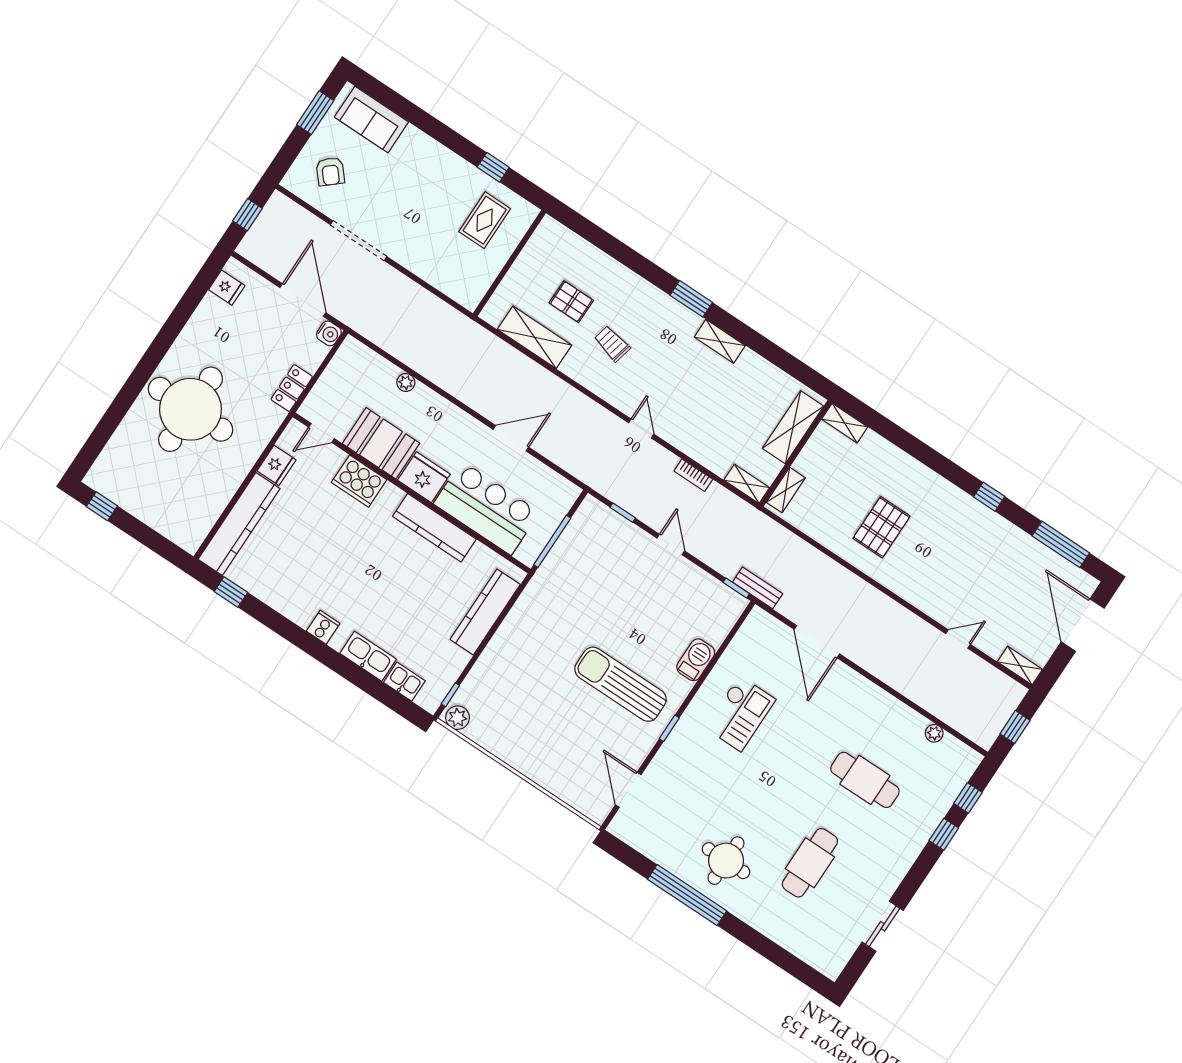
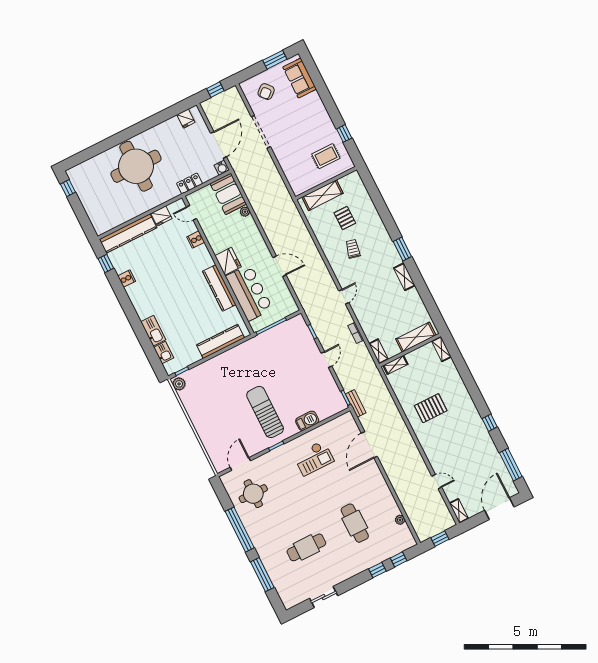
shelving: (534, 337) -> (322, 195), moved, turned 90
booth: (381, 443) -> (228, 194), moved
cooker: (359, 481) -> (196, 240), width x0.53, depth x0.76
cooker: (323, 627) -> (127, 279), moved
round table: (726, 861) -> (253, 494), moved
window: (764, 946) -> (262, 575), added

